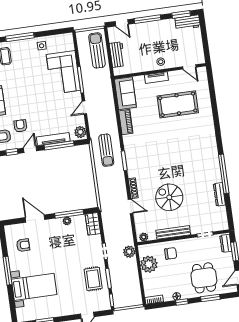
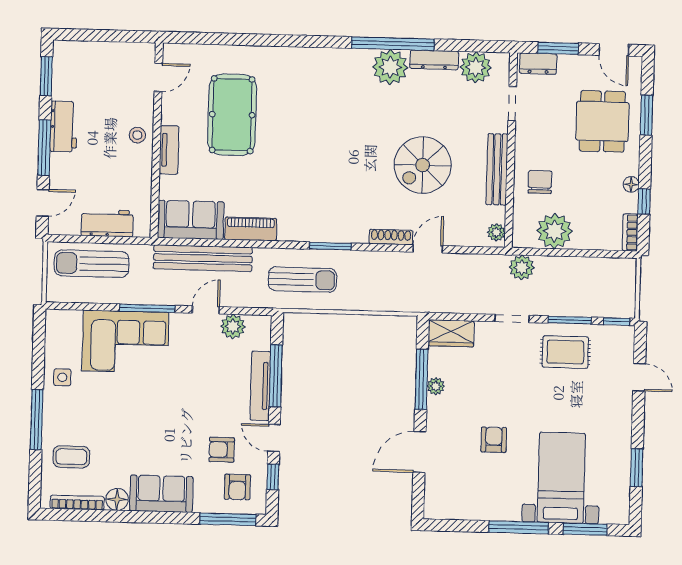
workbench: (188, 22) -> (64, 126), moved
bench: (108, 102) -> (203, 258), added
door: (84, 107) -> (206, 310), swing flipped
plant: (80, 132) -> (233, 327), moved
plant: (212, 174) -> (390, 67), added
plant: (219, 214) -> (476, 67), added
armchair: (23, 245) -> (494, 440), moved
dining table: (204, 278) -> (602, 121), turned 90
window: (12, 302) -> (585, 529), added
window: (182, 302) -> (644, 202), moved

